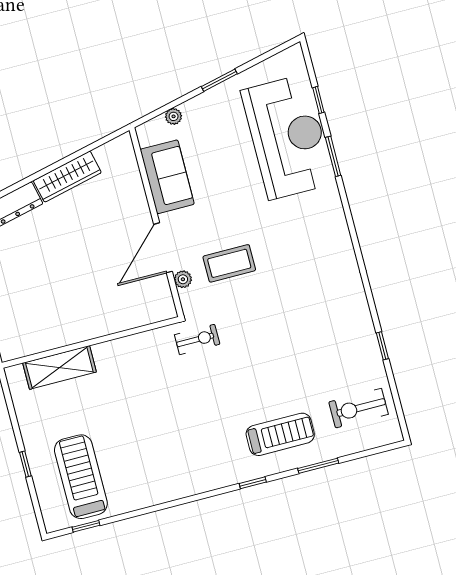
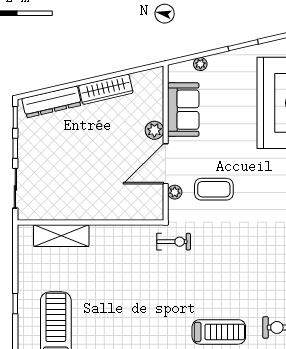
plant: (139, 211) -> (154, 130), added

